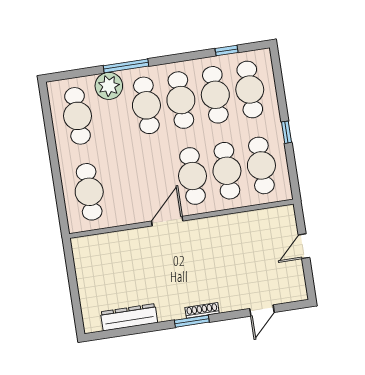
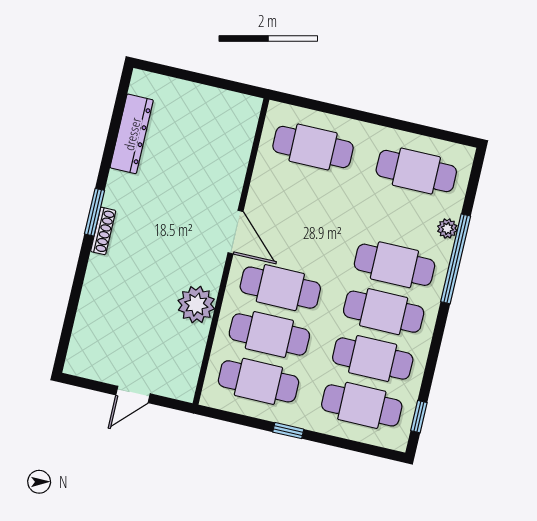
window: (227, 50) -> (419, 417), moved
window: (126, 66) -> (456, 259), width x1.46
plant: (109, 86) -> (447, 228), width x0.53, depth x0.53
plant: (226, 228) -> (196, 305), added
door: (304, 246) -> (133, 394), swing flipped
door: (262, 310) -> (72, 308), removed

